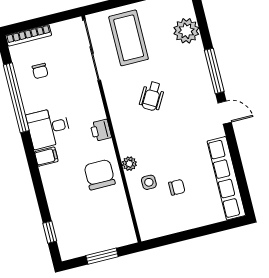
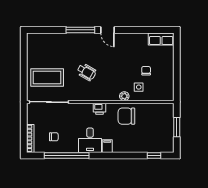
plant: (186, 31) -> (52, 41), removed
door: (225, 113) -> (108, 30), swing flipped
row of seats: (226, 178) -> (161, 39), width x0.50

